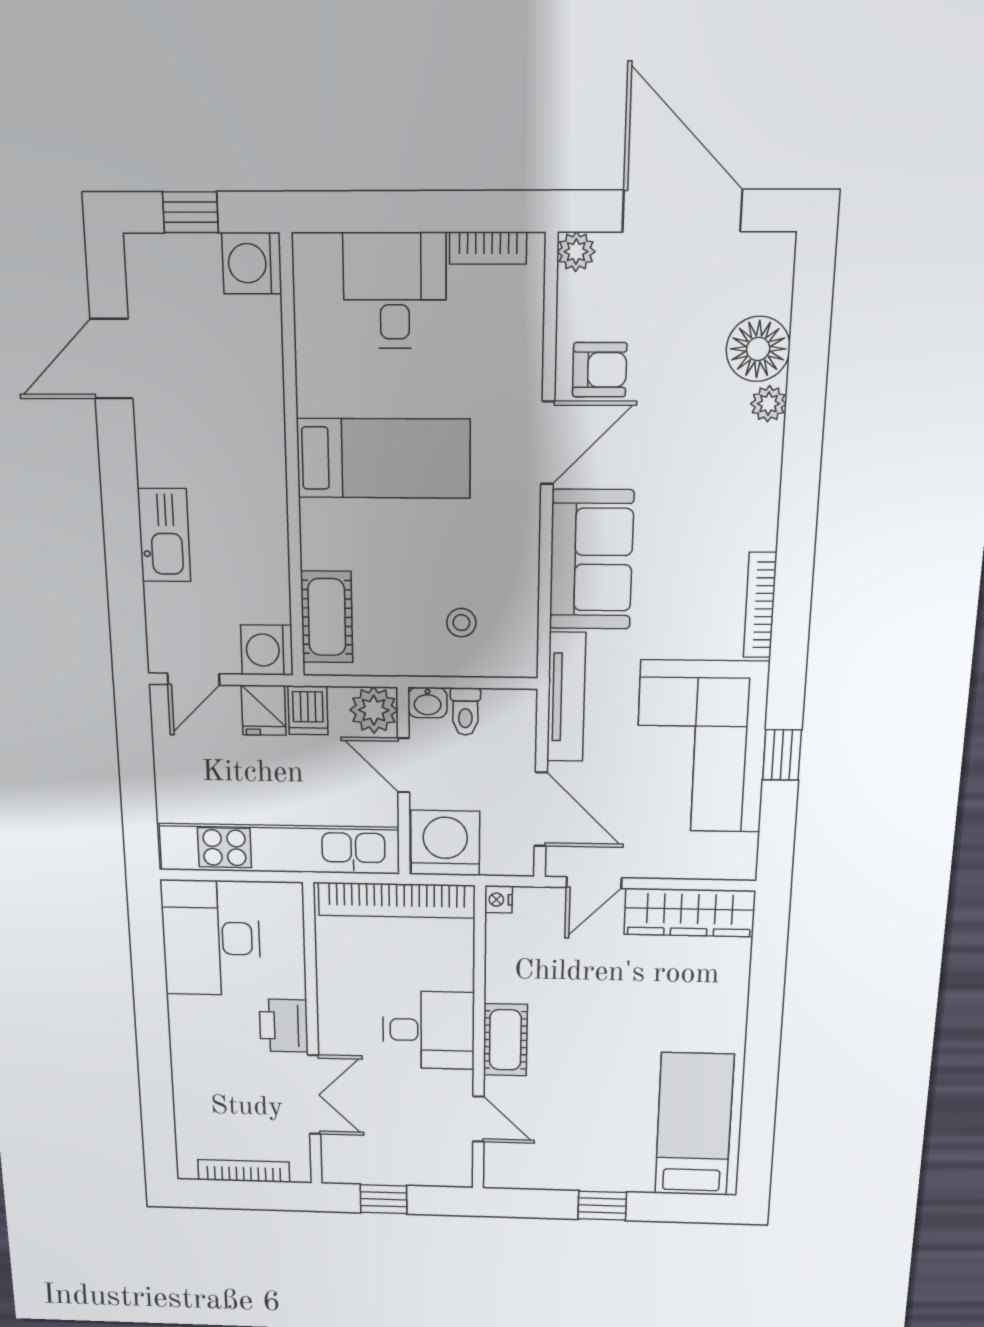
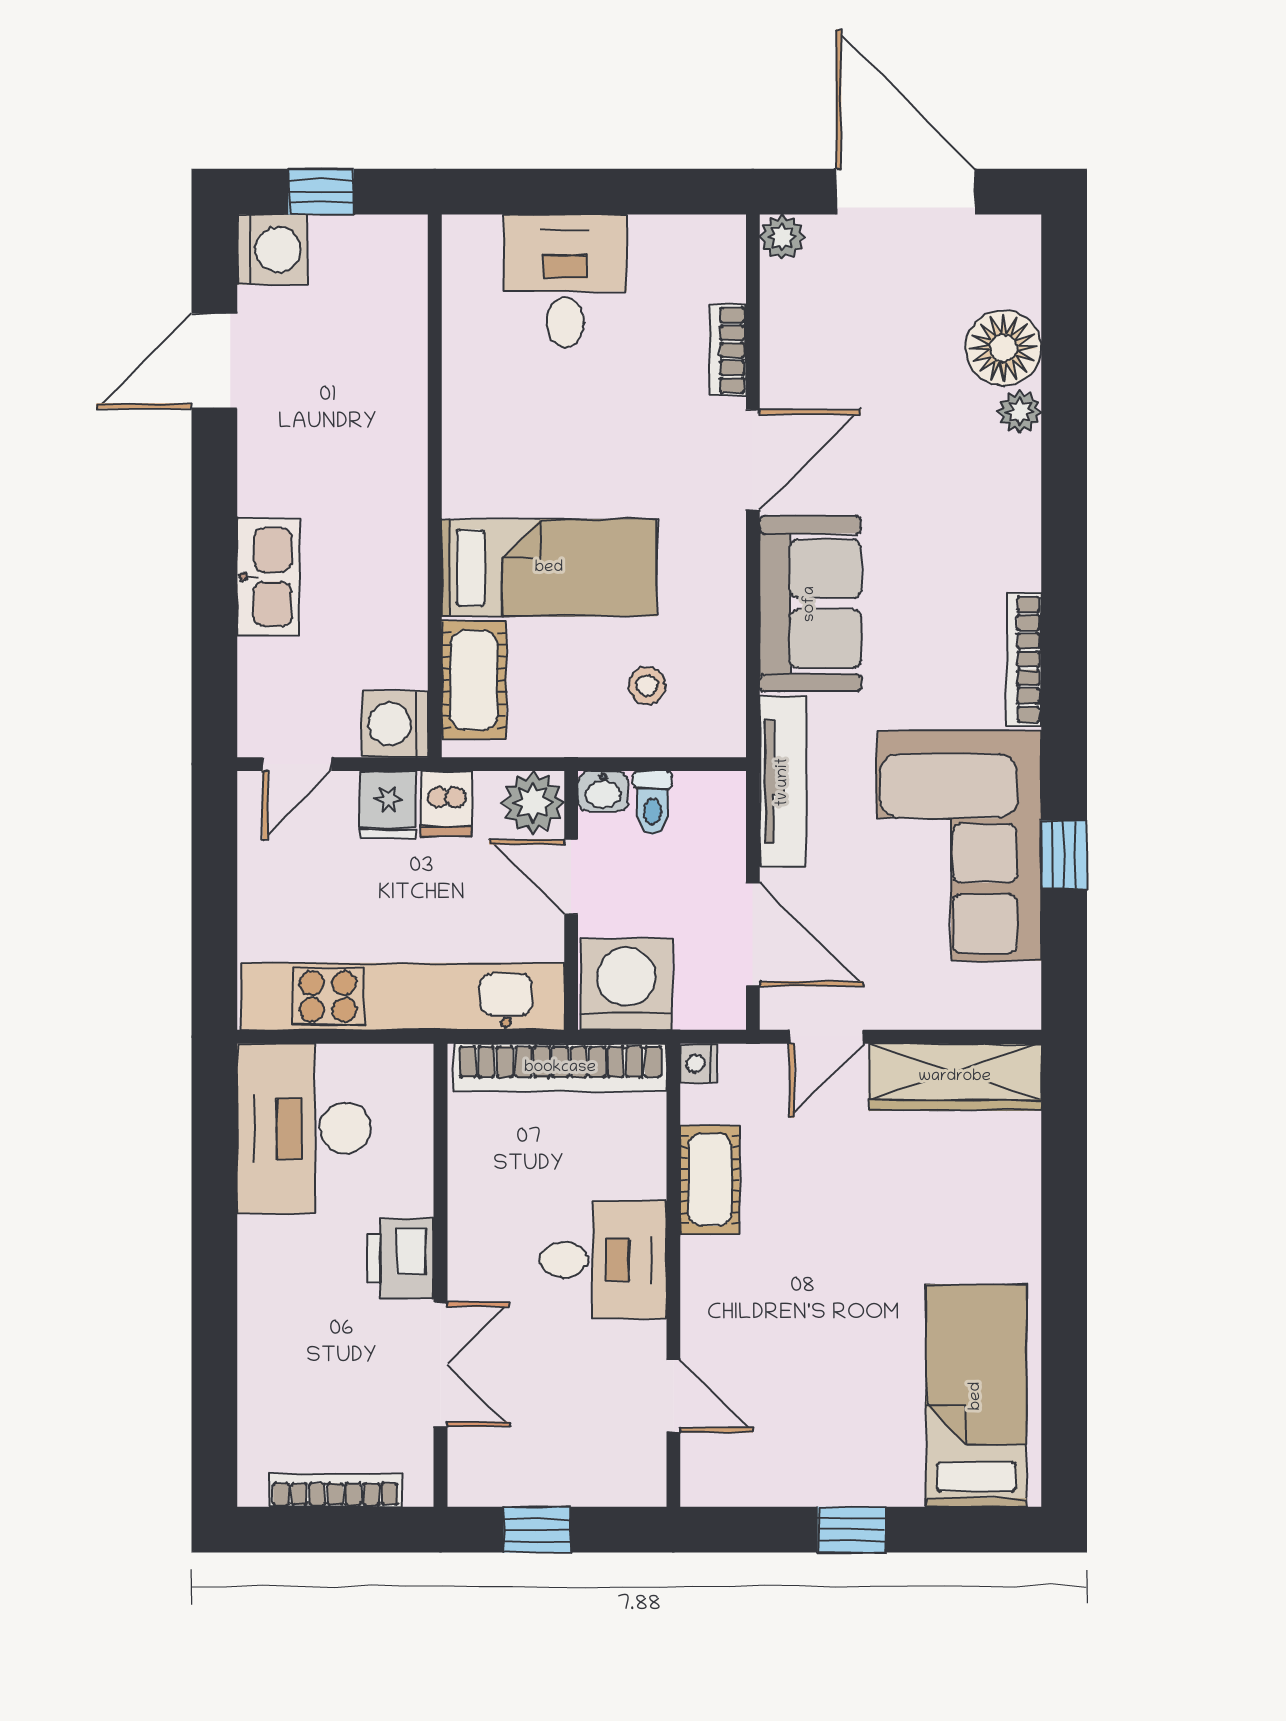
bookcase: (488, 248) -> (728, 350), moved, turned 90
washing machine: (252, 263) -> (272, 250), moved, turned 180
armchair: (600, 370) -> (814, 373), removed
bed: (383, 458) -> (549, 568), moved
cot: (505, 1040) -> (710, 1180), moved

